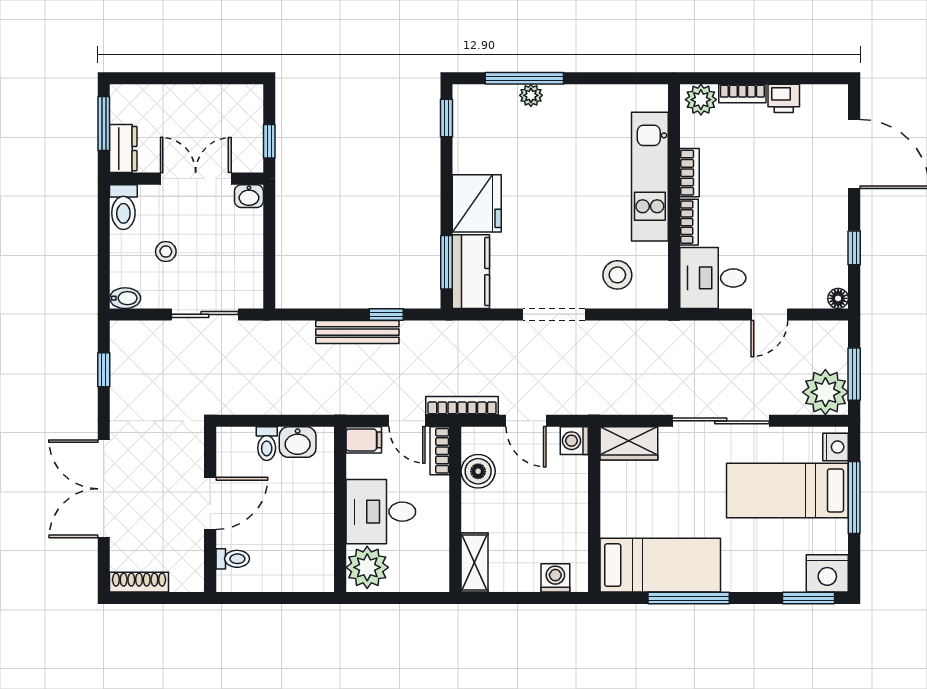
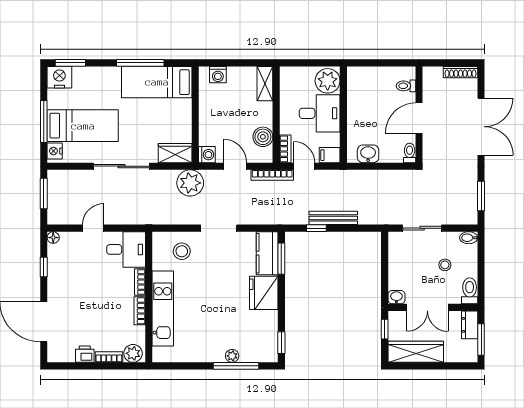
wardrobe: (216, 102) -> (416, 352), added
window: (104, 370) -> (481, 196), width x1.50
plant: (825, 392) -> (190, 183), moved
toilet: (267, 444) -> (410, 153), moved

